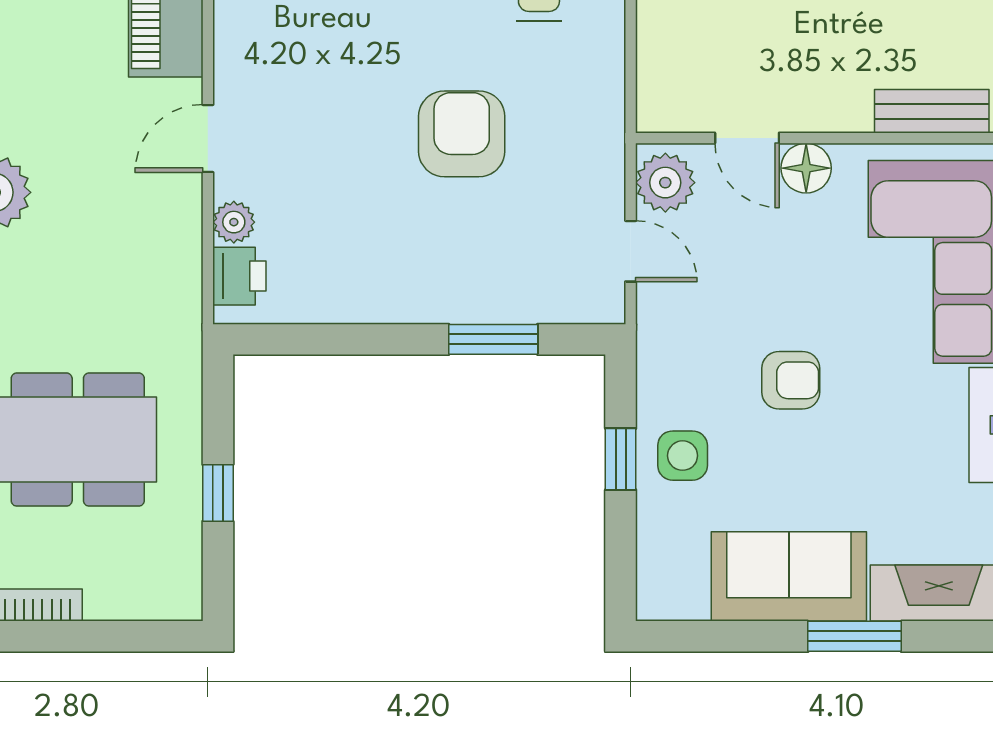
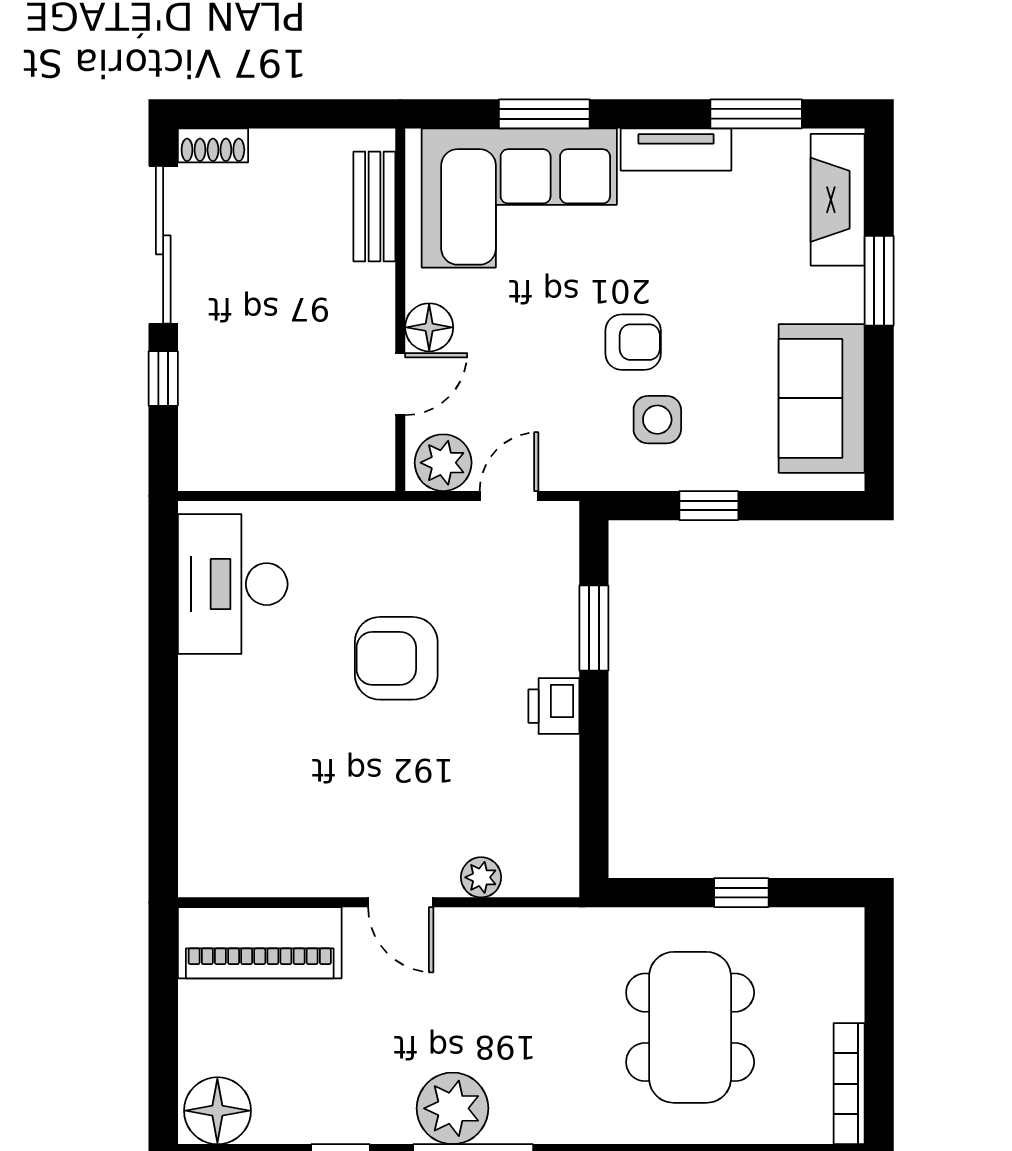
printer: (239, 276) -> (554, 706), moved, turned -90
armchair: (791, 380) -> (633, 342), turned 90
side table: (683, 456) -> (657, 420), moved
sofa: (789, 576) -> (822, 398), moved

